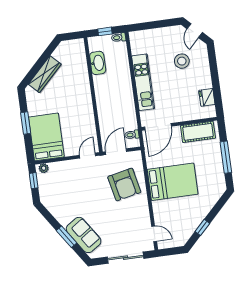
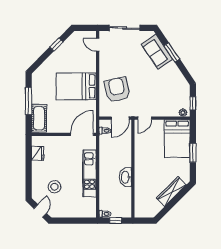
washbasin: (98, 63) -> (125, 177), moved
cot: (198, 132) -> (39, 118), moved, turned 90

